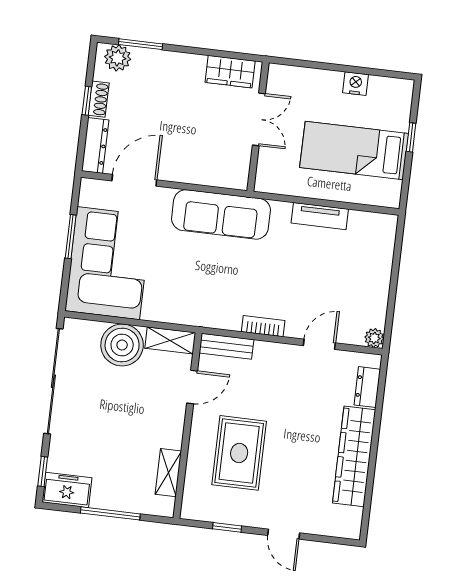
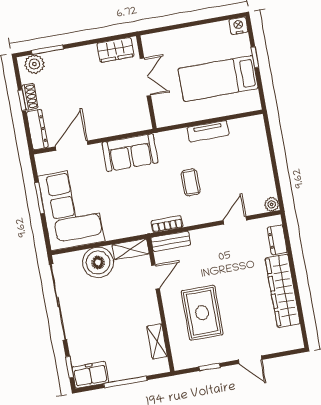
nightstand: (356, 84) -> (238, 26), moved
sofa: (221, 214) -> (130, 153), width x0.73
coffee table: (276, 277) -> (191, 182), added
bookcase: (263, 326) -> (167, 224), moved

